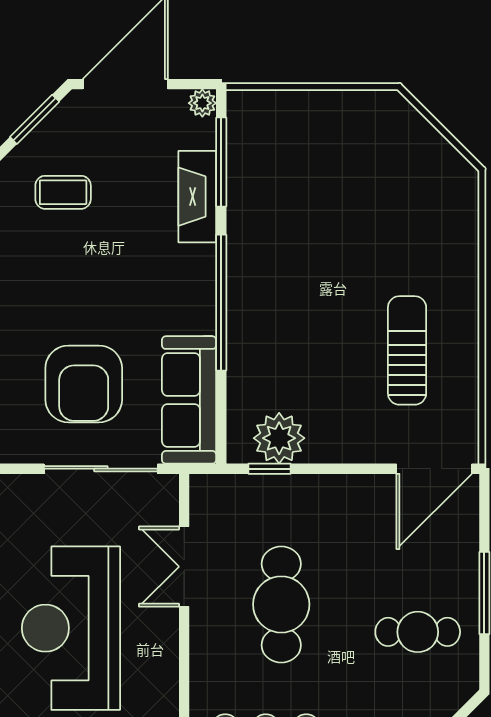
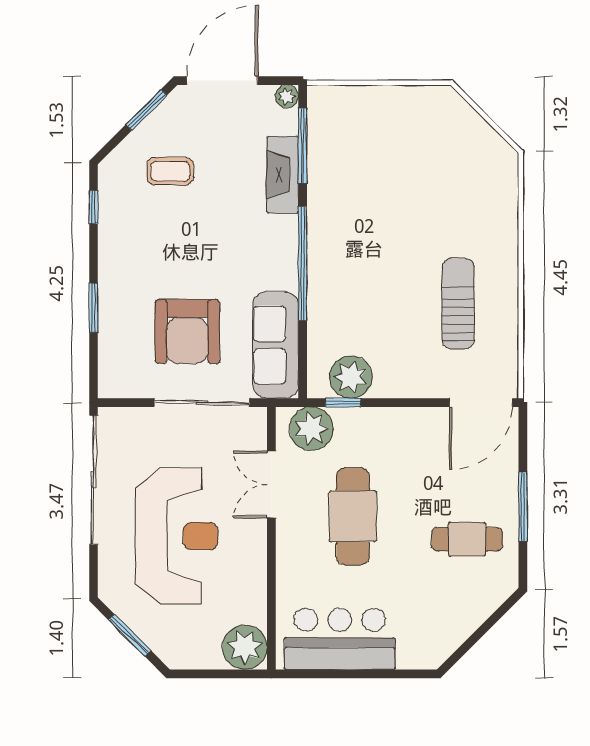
plant: (232, 500) -> (311, 429), added
reception desk: (71, 628) -> (177, 536), turned 180

